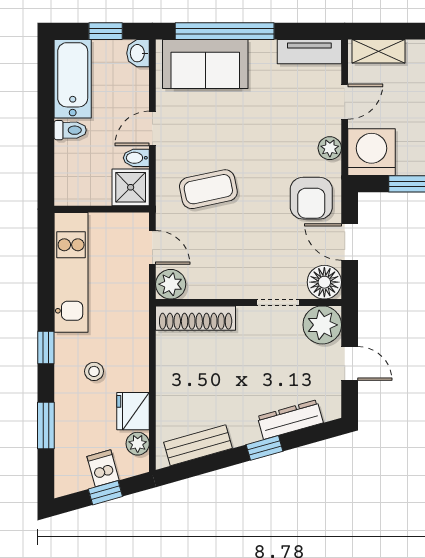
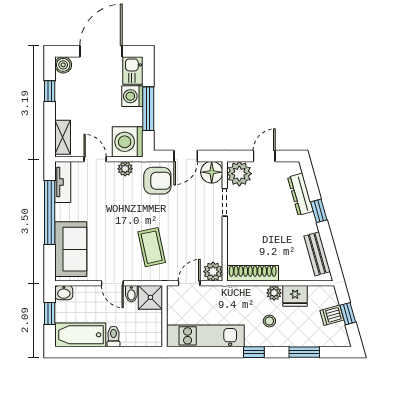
window: (225, 31) -> (50, 213), moved
shoe rack: (196, 318) -> (253, 273), moved, turned -90
plant: (138, 444) -> (274, 293), moved

